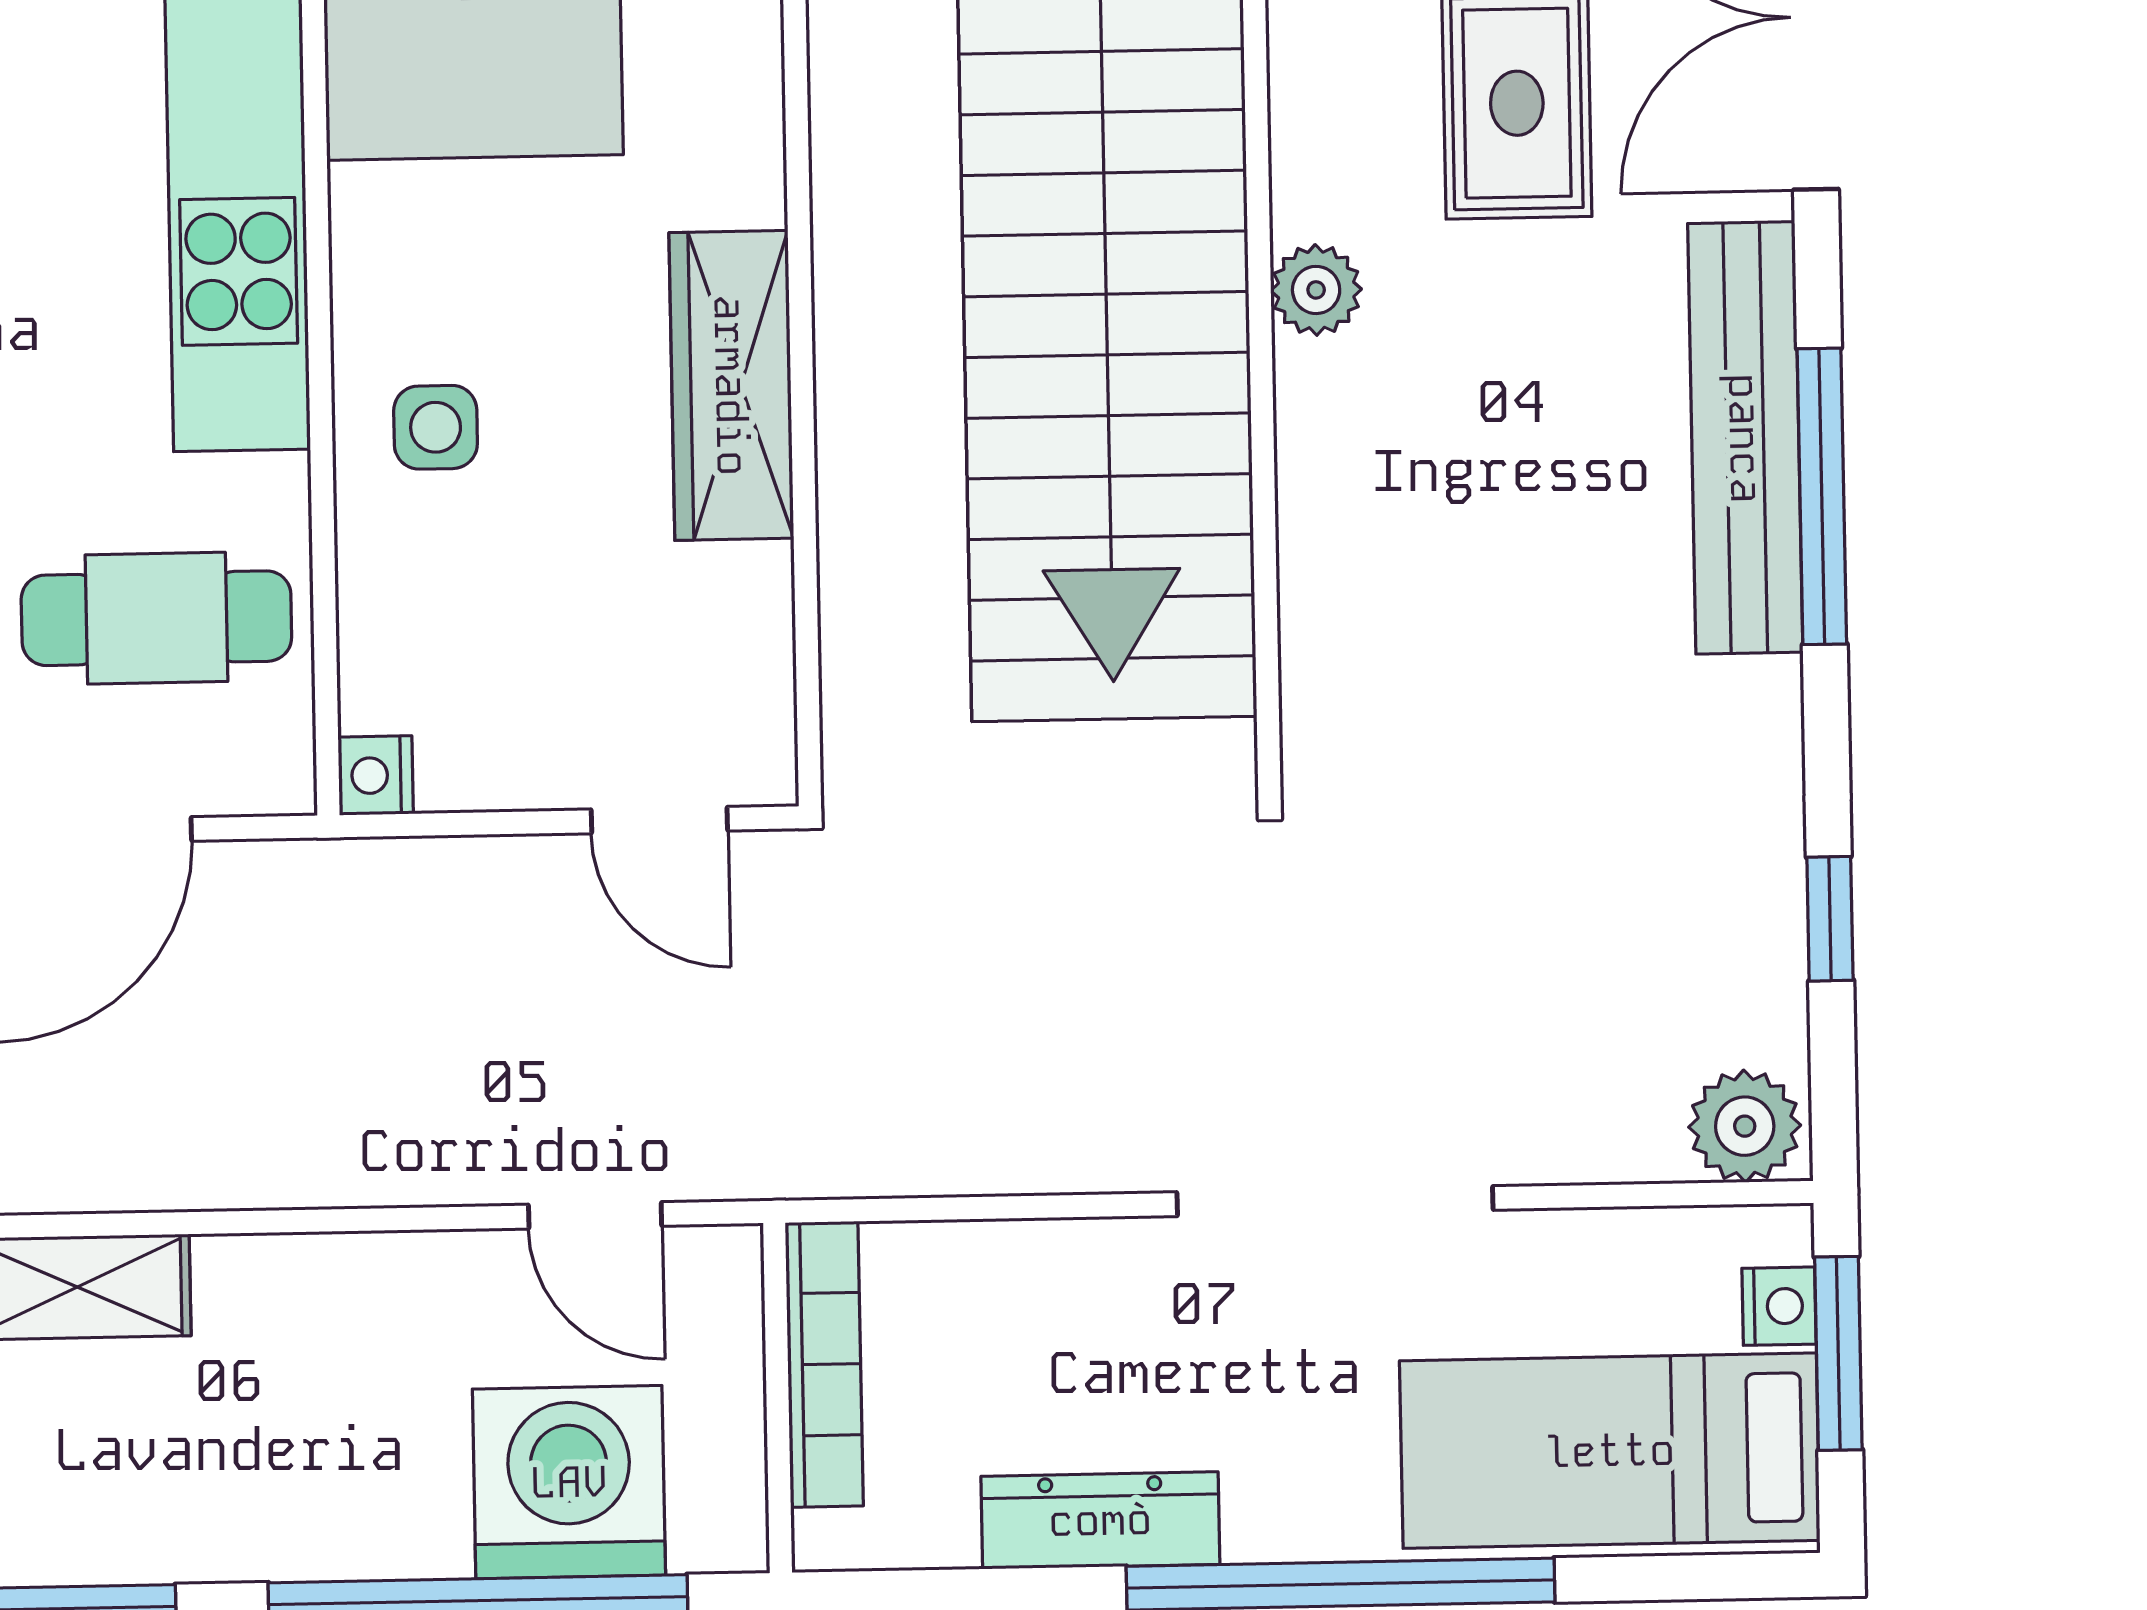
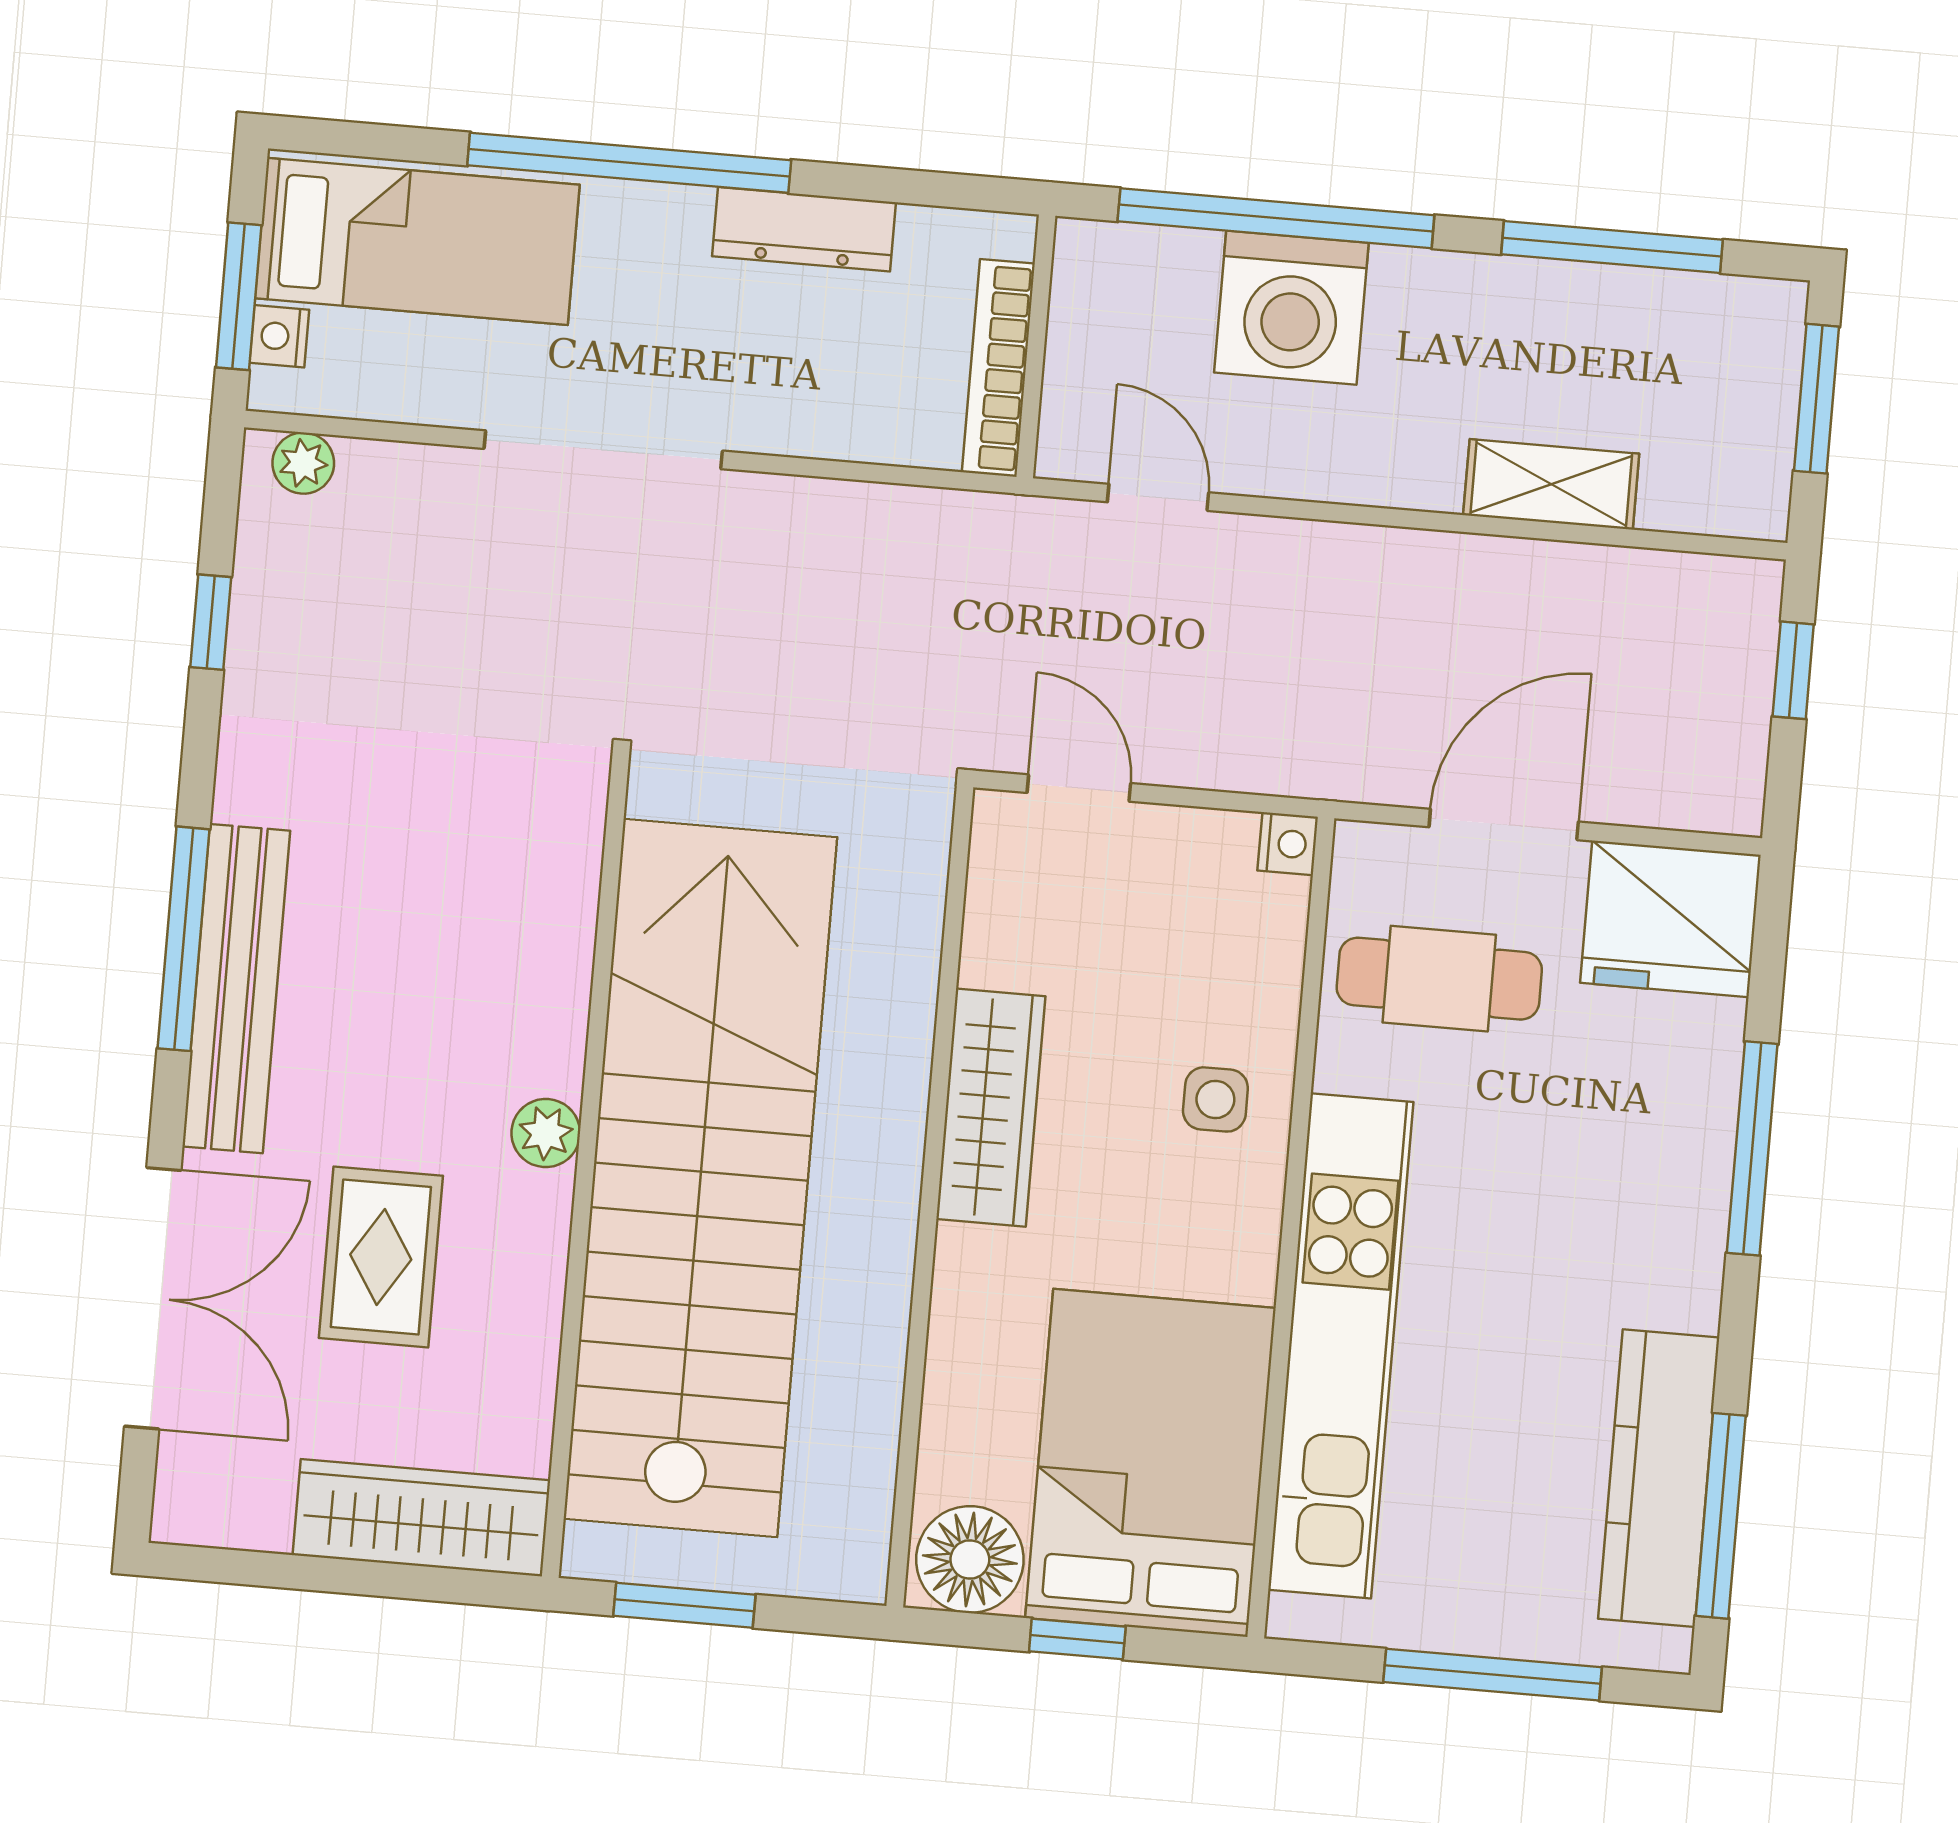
plant: (1745, 1126) -> (303, 463), width x0.73, depth x0.73
washing machine: (569, 1482) -> (1291, 308), moved

